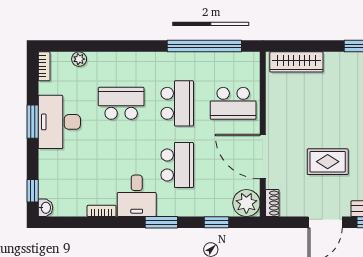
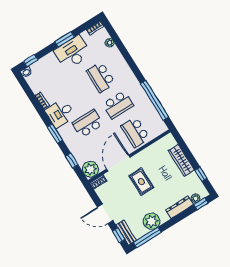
wardrobe: (296, 62) -> (181, 160), moved
school desk: (121, 103) -> (101, 77), turned 180
rug: (328, 162) -> (141, 182), moved
school desk: (177, 165) -> (88, 124), turned 180

